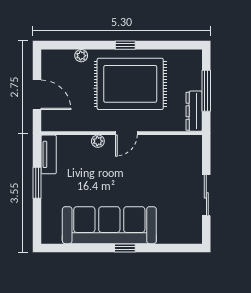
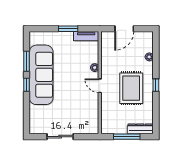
rug: (130, 84) -> (131, 88), width x0.73, depth x0.69
dresser: (194, 111) -> (140, 129), moved
window: (88, 248) -> (27, 61), added

